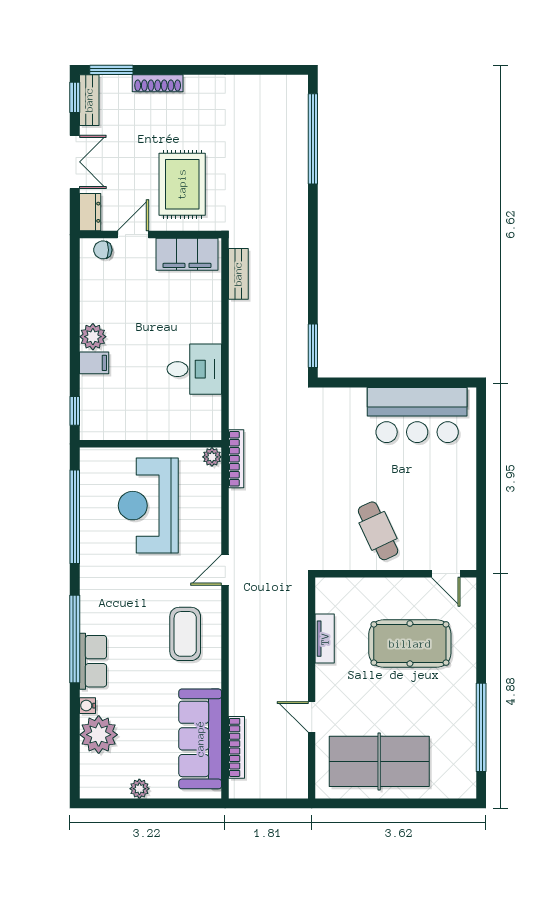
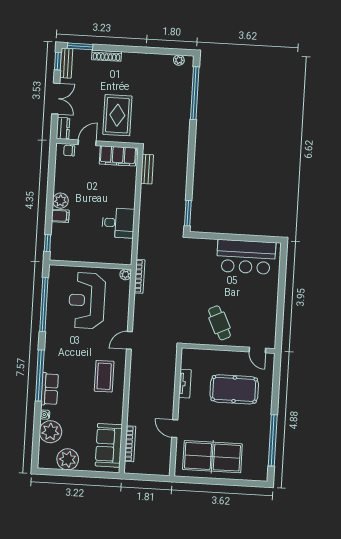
plant: (282, 84) -> (179, 60), added
sofa: (200, 739) -> (109, 445), width x0.73
plant: (139, 789) -> (68, 459), width x1.88, depth x1.88

